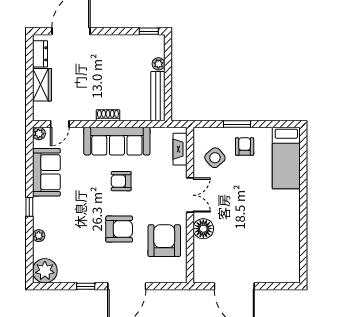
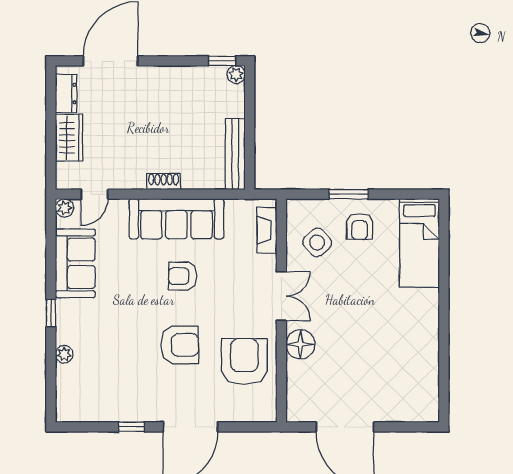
plant: (158, 64) -> (236, 74), moved
armchair: (245, 146) -> (360, 226), turned 180
plant: (45, 271) -> (73, 405), removed

